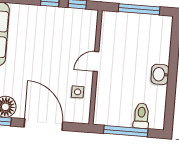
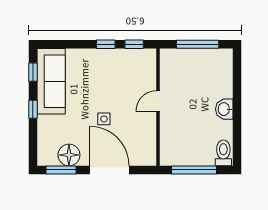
side table: (78, 92) -> (104, 119), moved
toilet: (141, 116) -> (223, 153), moved

